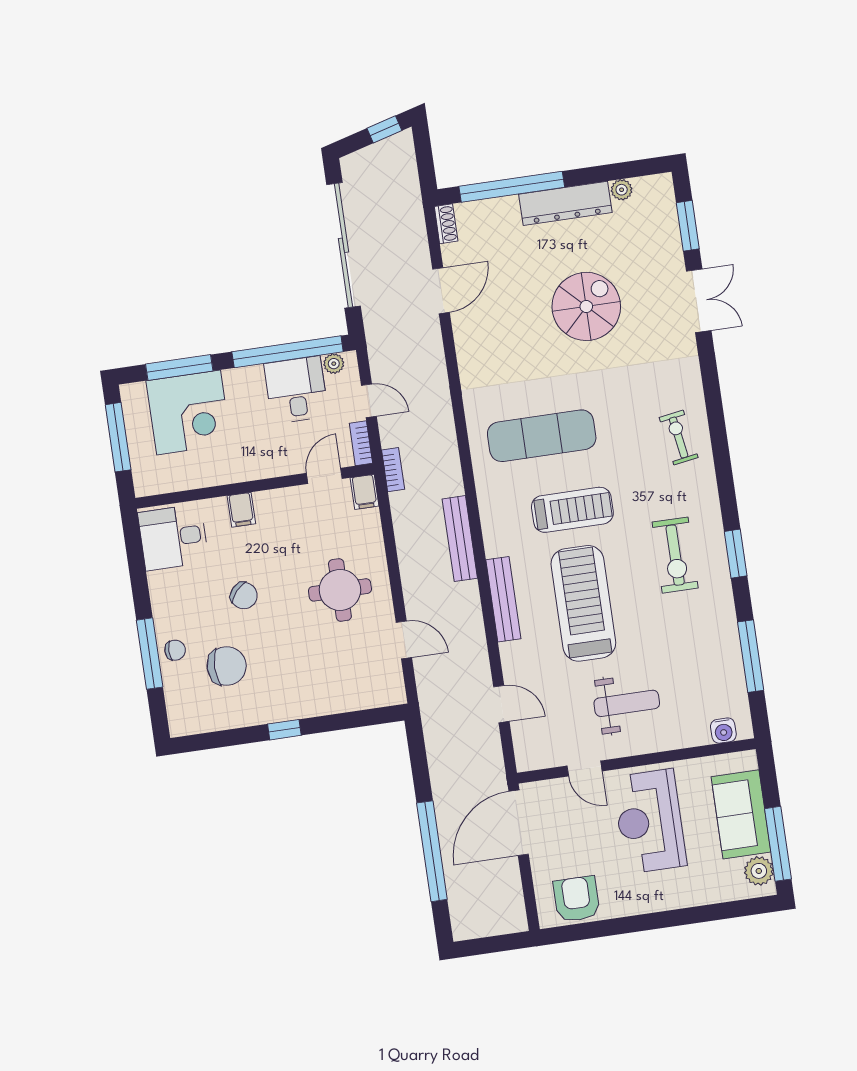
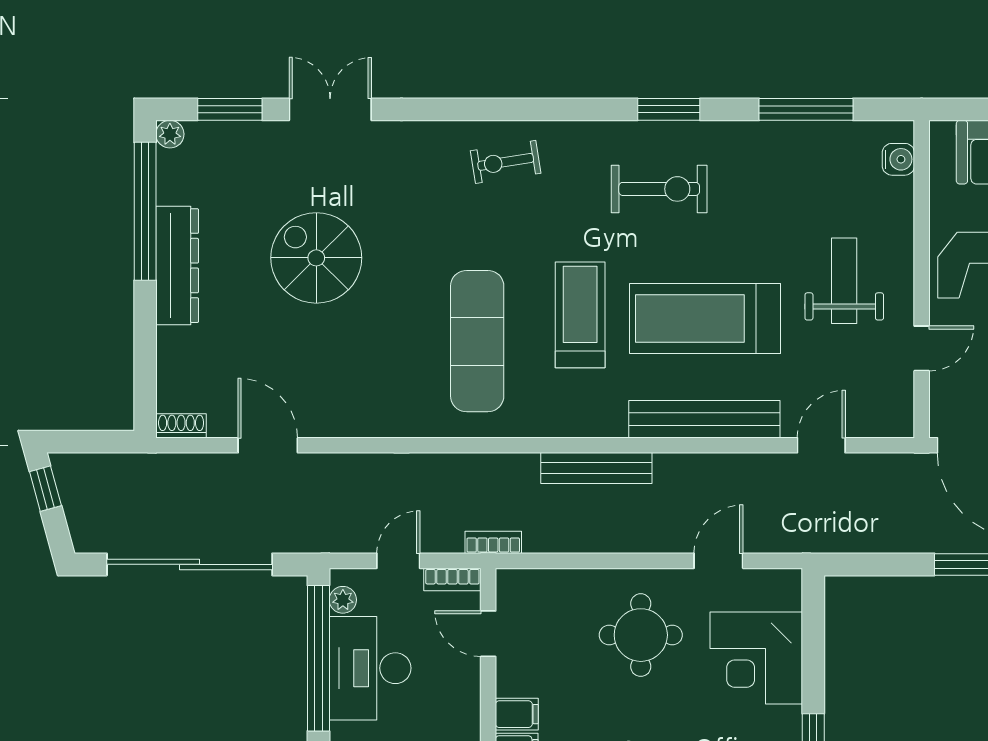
window: (512, 187) -> (145, 211), moved
plant: (622, 190) -> (170, 134), moved
desk: (296, 390) -> (370, 668), width x1.37
filing cabinet: (364, 492) -> (517, 714), moved
bench: (503, 599) -> (704, 419), width x1.37, depth x1.21
corner desk: (335, 679) -> (756, 658), added

